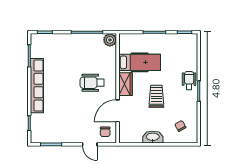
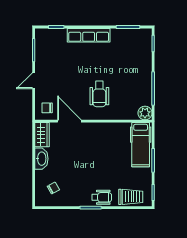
hospital bed: (140, 62) -> (141, 145), moved
wheelchair: (92, 83) -> (99, 94), turned 180
wardrobe: (125, 84) -> (42, 135), moved, turned -90
row of seats: (37, 86) -> (89, 35), width x0.73
trolley: (156, 96) -> (131, 197), moved
door: (90, 144) -> (34, 81), moved

